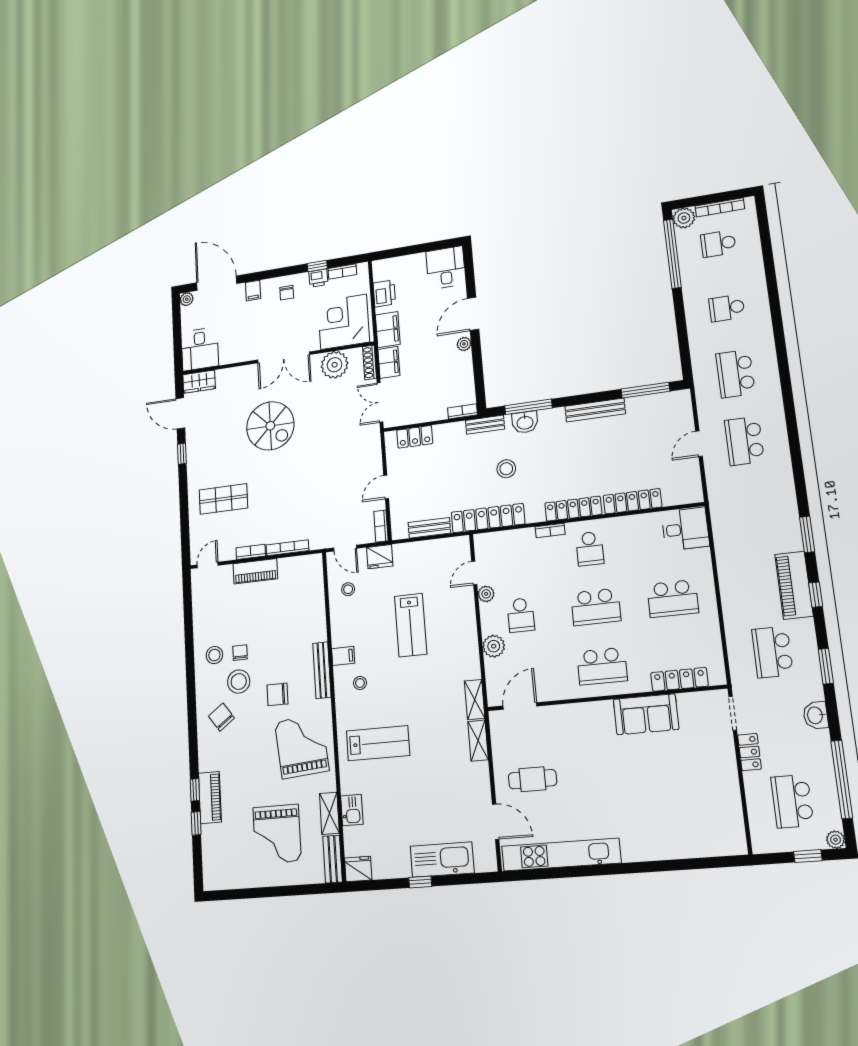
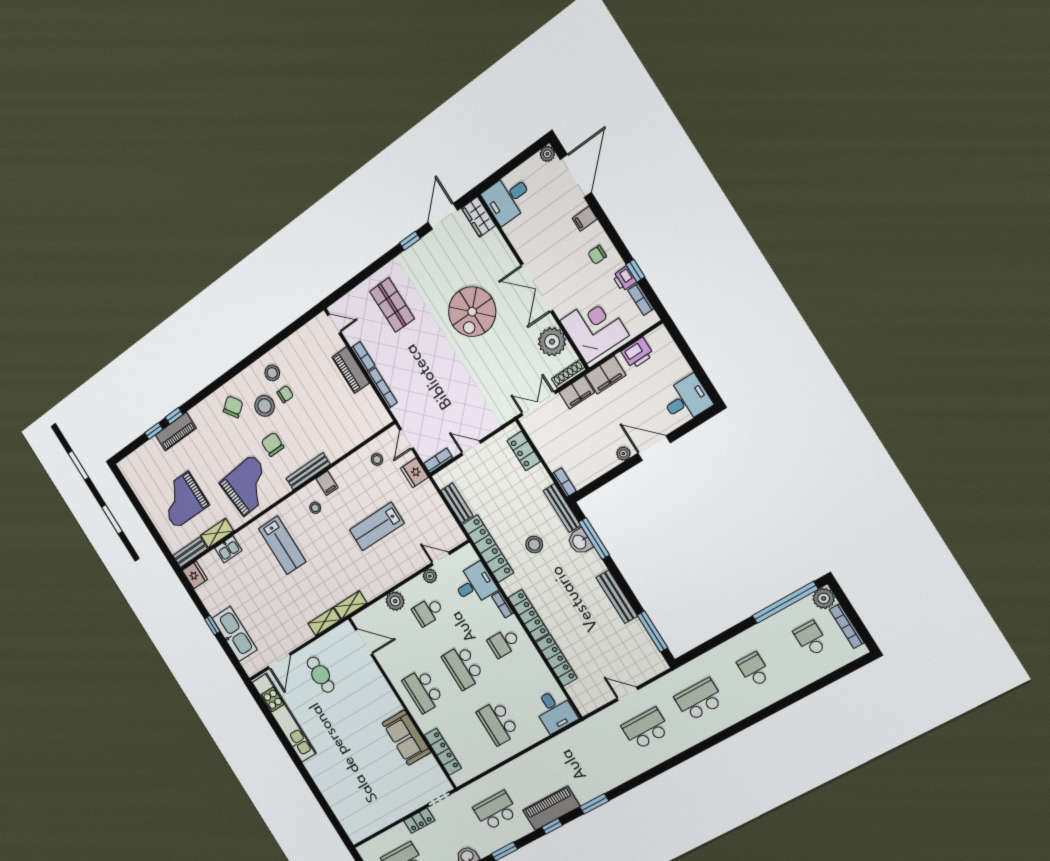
bench: (485, 425) -> (562, 508), width x1.36
desk: (516, 550) -> (475, 584), added

